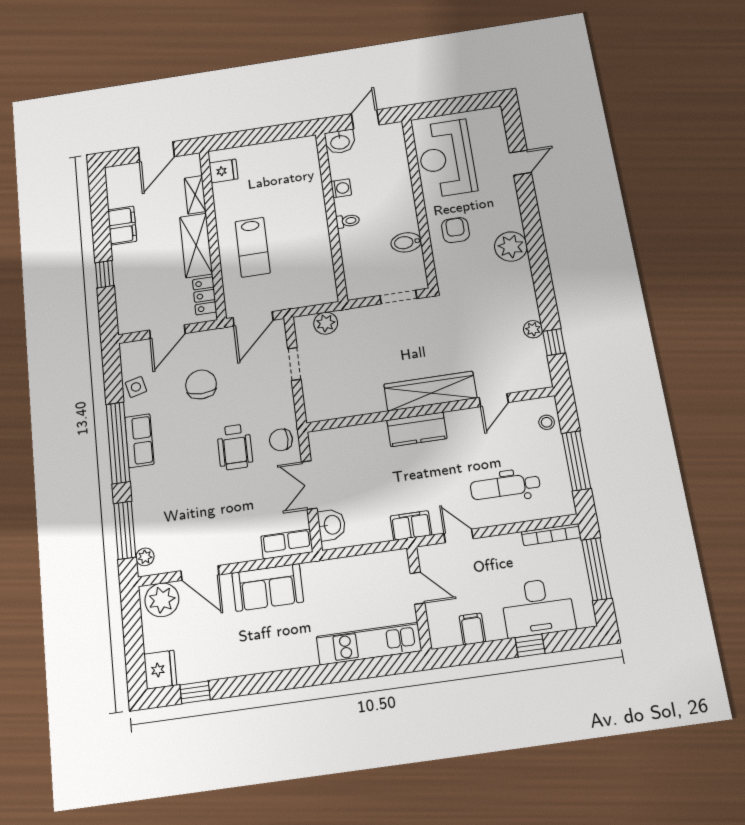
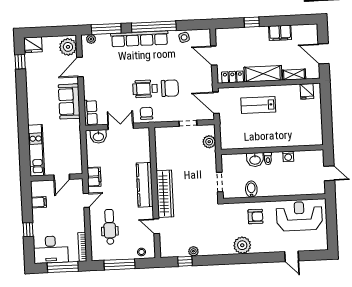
washbasin: (340, 142) -> (255, 160), moved, turned -90
chair: (201, 384) -> (170, 88), moved
kitchen counter: (417, 429) -> (145, 185), width x1.50
row of seats: (139, 441) -> (139, 39), width x2.02
desk: (538, 607) -> (51, 250), moved, turned -90

